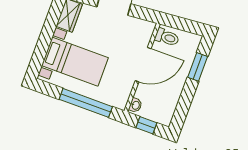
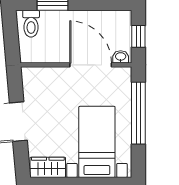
toilet: (167, 37) -> (31, 24), moved, turned 180
door: (143, 65) -> (91, 65), moved

